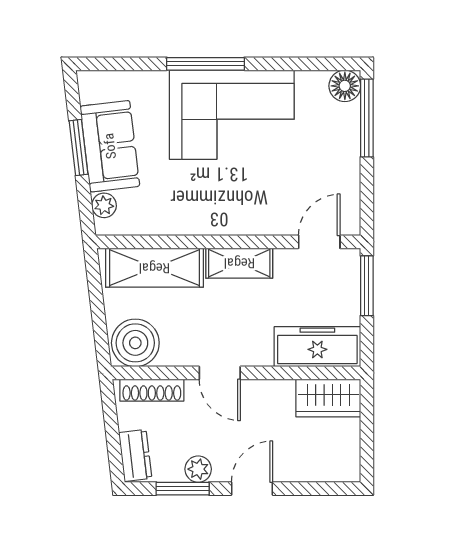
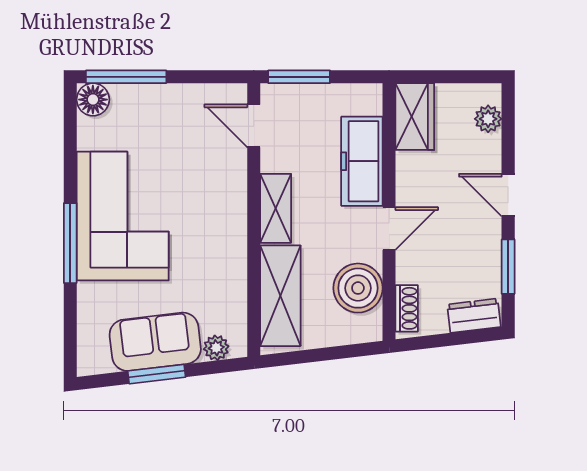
boiler: (135, 343) -> (358, 288), moved
freezer: (317, 347) -> (362, 161), moved
shoe rack: (152, 390) -> (407, 308), width x0.70
plant: (198, 469) -> (488, 119), moved

